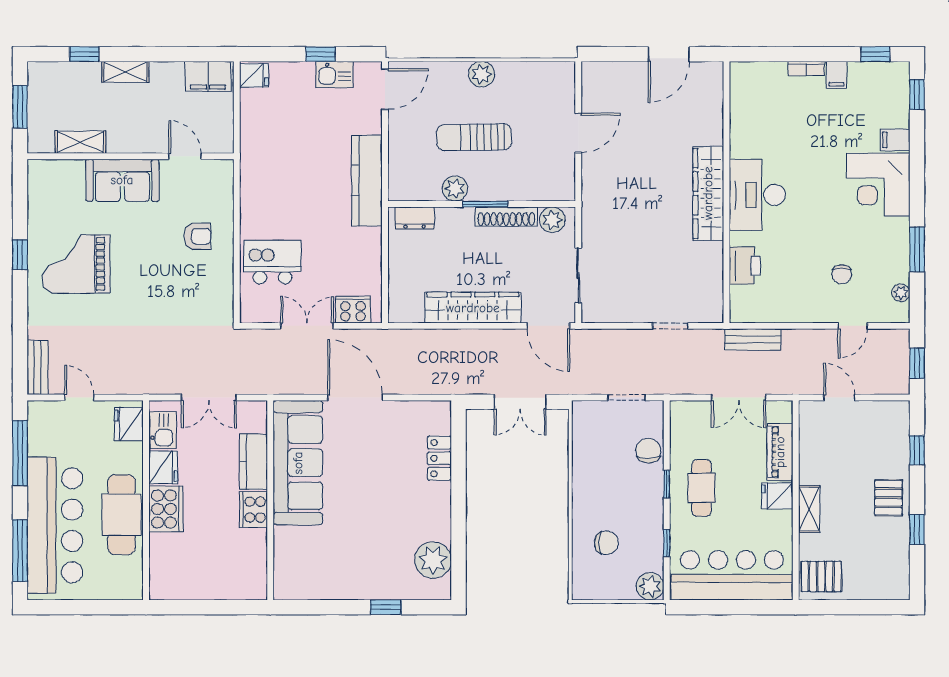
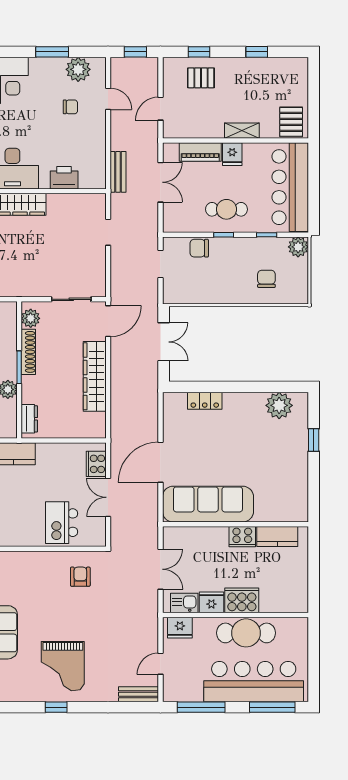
armchair: (197, 236) -> (80, 577), moved
plant: (901, 293) -> (78, 69), width x1.87, depth x1.87
kitchen counter: (253, 462) -> (277, 537), moved
pallet: (889, 498) -> (201, 78), moved

